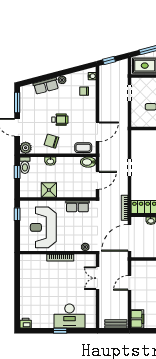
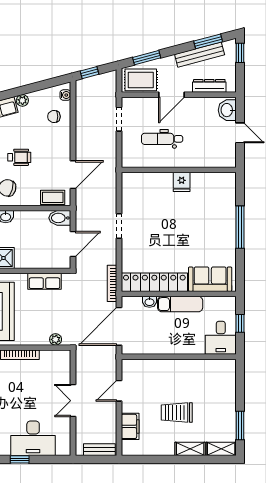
double door: (97, 278) -> (73, 401), moved
filing cabinet: (137, 319) -> (130, 426), moved

